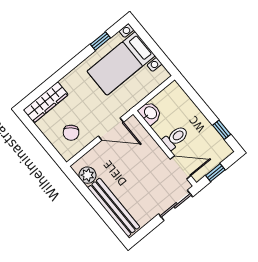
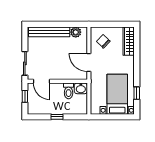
door: (111, 129) -> (89, 62), hinge flipped
window: (222, 130) -> (57, 117), moved
toilet: (175, 138) -> (69, 91), moved
door: (181, 167) -> (42, 81), hinge flipped

